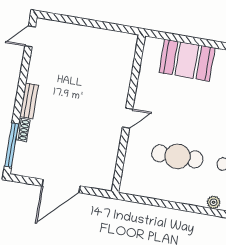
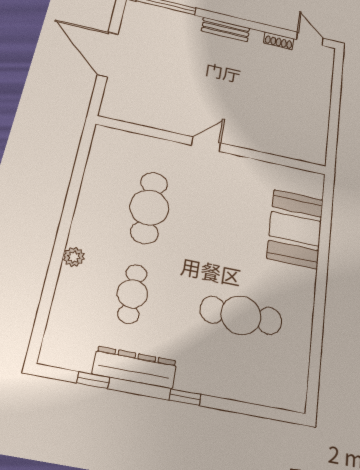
door: (128, 118) -> (206, 144), swing flipped
shoe rack: (23, 130) -> (279, 41), moved

